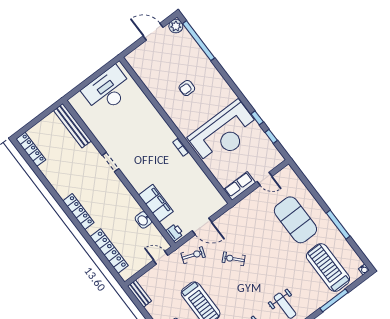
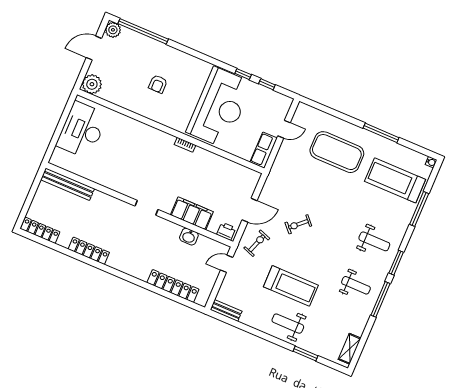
plant: (136, 59) -> (92, 84), added
doorway: (110, 162) -> (147, 208), moved
locker: (78, 212) -> (89, 251), moved

